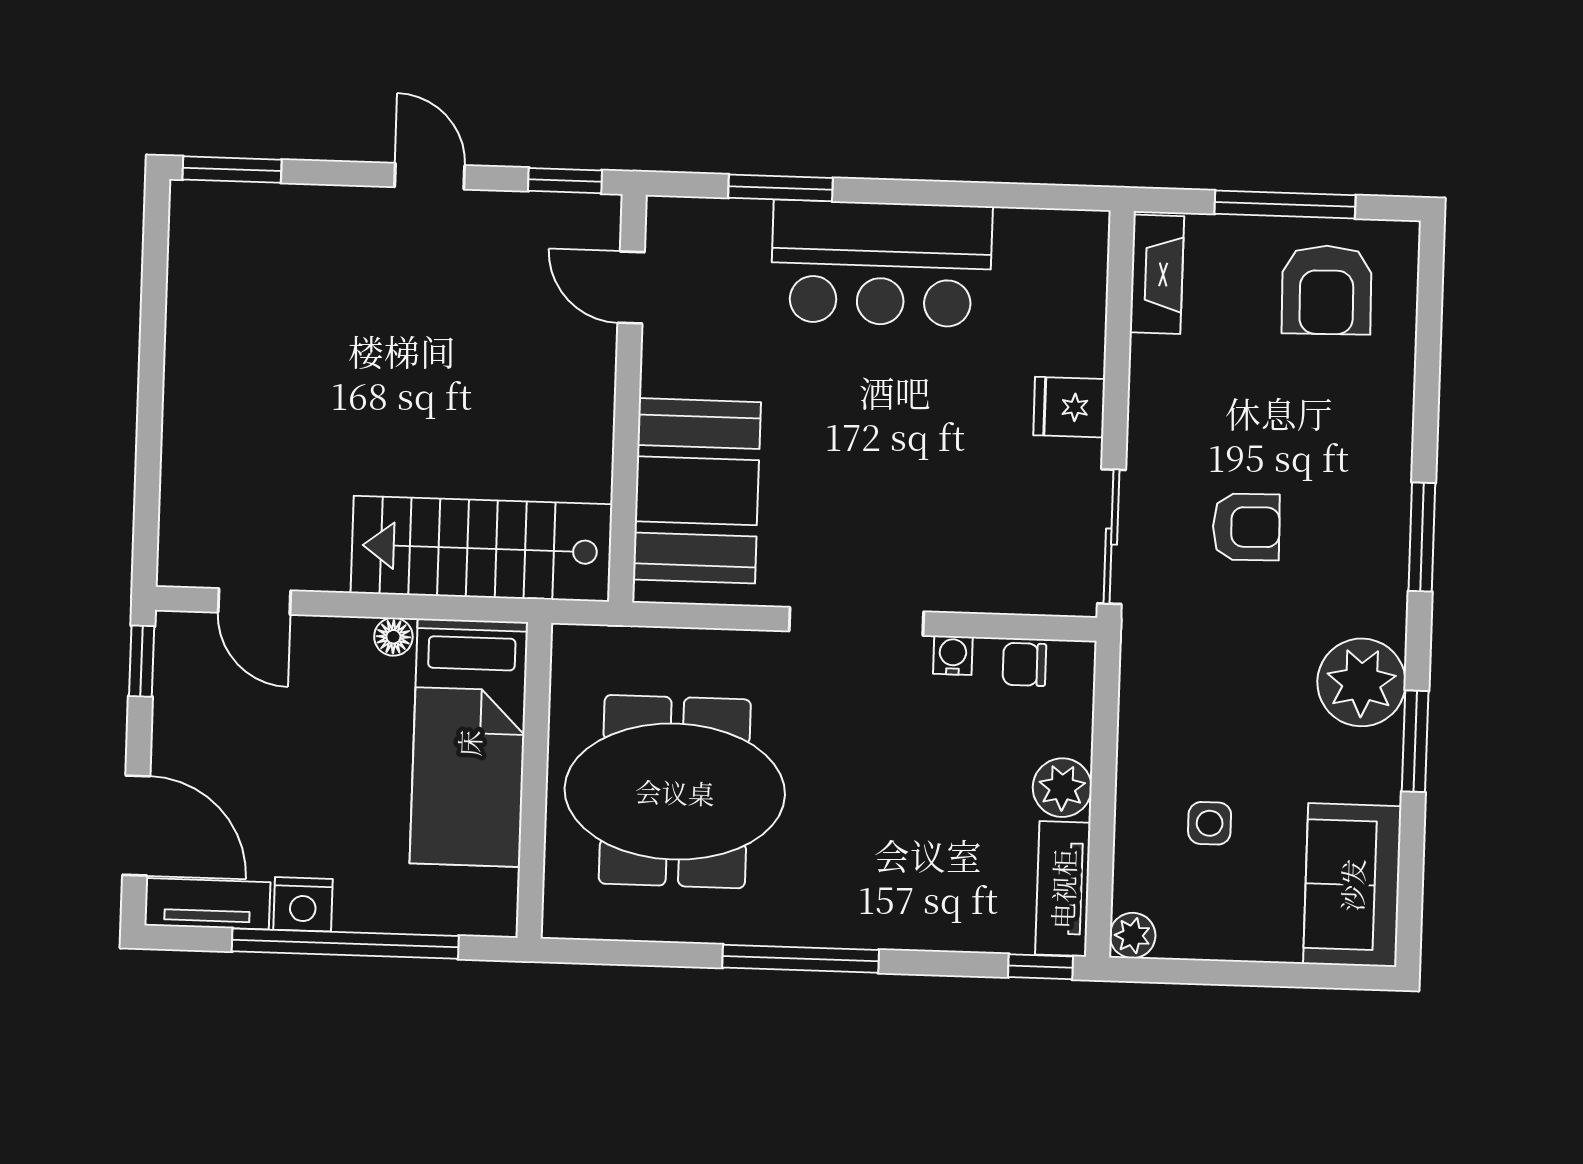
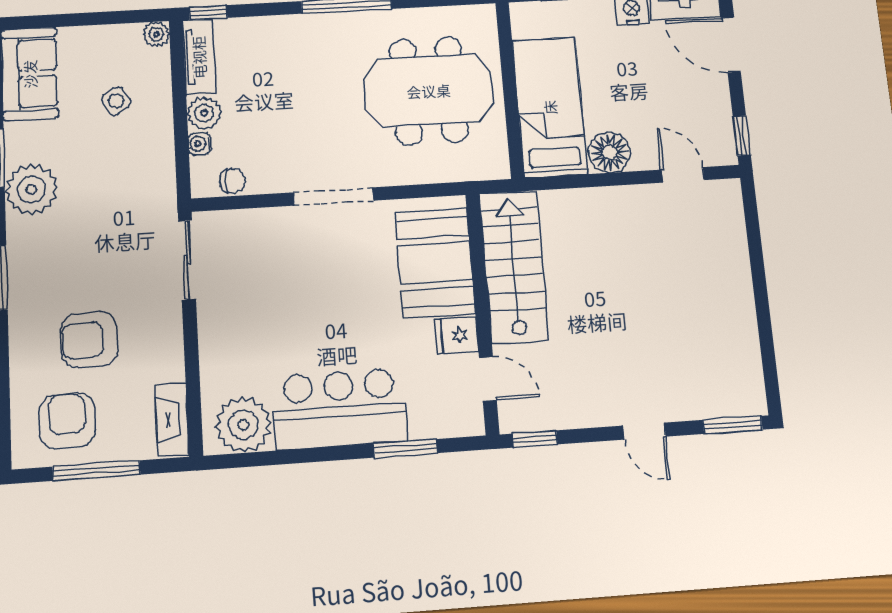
door: (430, 176) -> (644, 431), moved
plant: (1042, 254) -> (243, 425), added
fridge: (1069, 407) -> (456, 335), moved, turned 180
armchair: (1246, 527) -> (89, 340), moved, width x1.38, depth x1.38
stairs: (482, 549) -> (514, 267), moved, turned -90
floor lamp: (393, 637) -> (609, 152), width x1.89, depth x1.89
water cooler: (953, 655) -> (200, 144), moved, turned 90
side table: (1210, 823) -> (116, 101), turned -32

